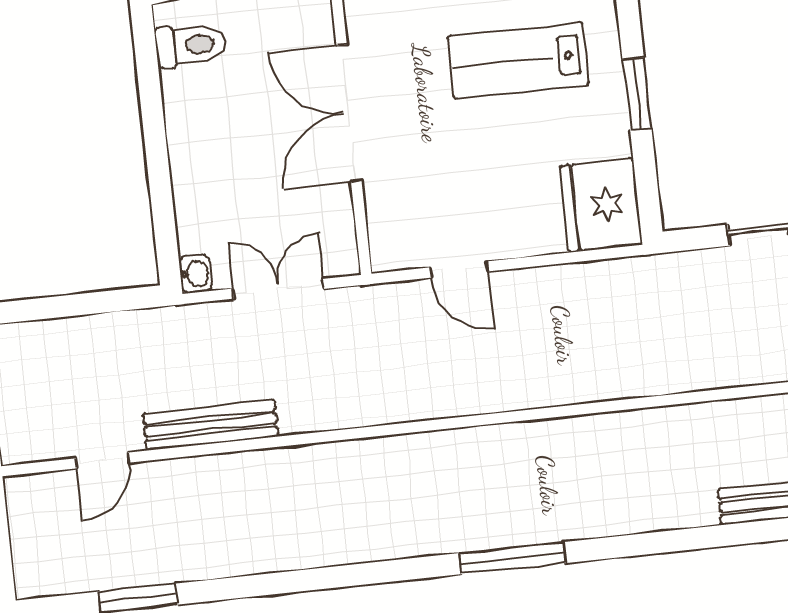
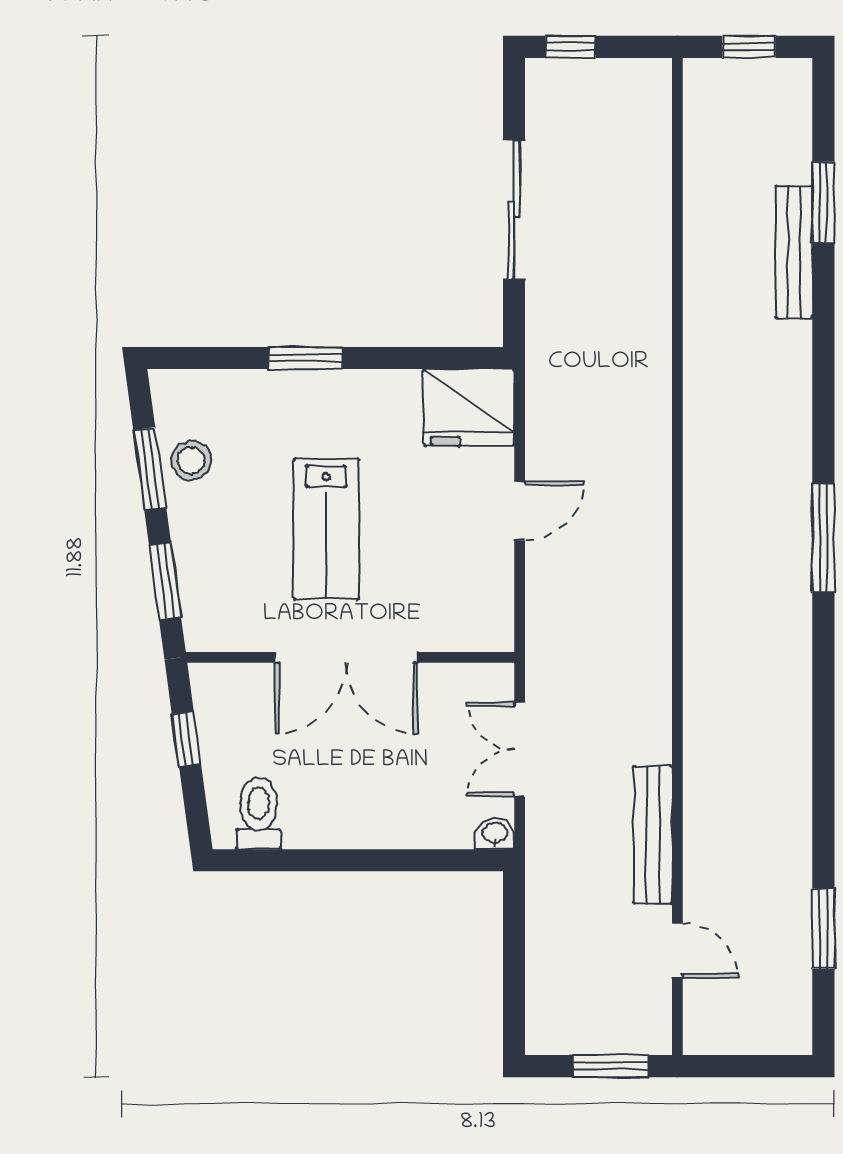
lab bench: (518, 61) -> (326, 529), moved
window: (637, 94) -> (305, 358), moved
door: (459, 269) -> (520, 511), moved

